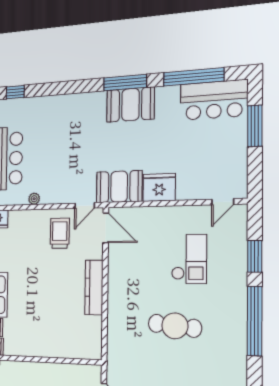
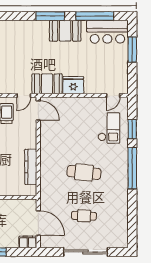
booth: (130, 105) -> (65, 31), moved
checkout: (189, 259) -> (109, 128), moved
kitchen counter: (94, 287) -> (31, 167), moved

